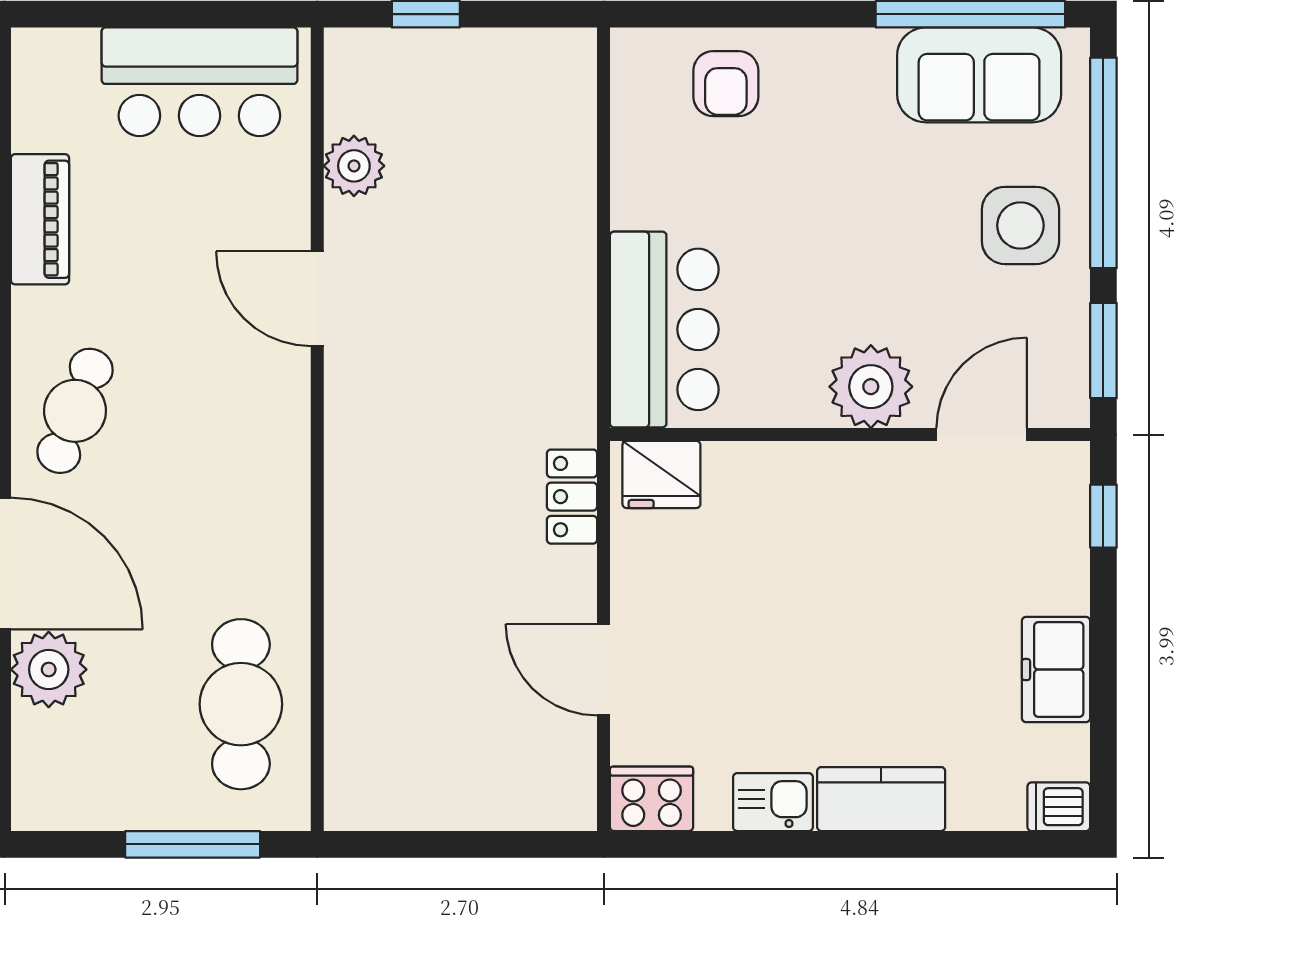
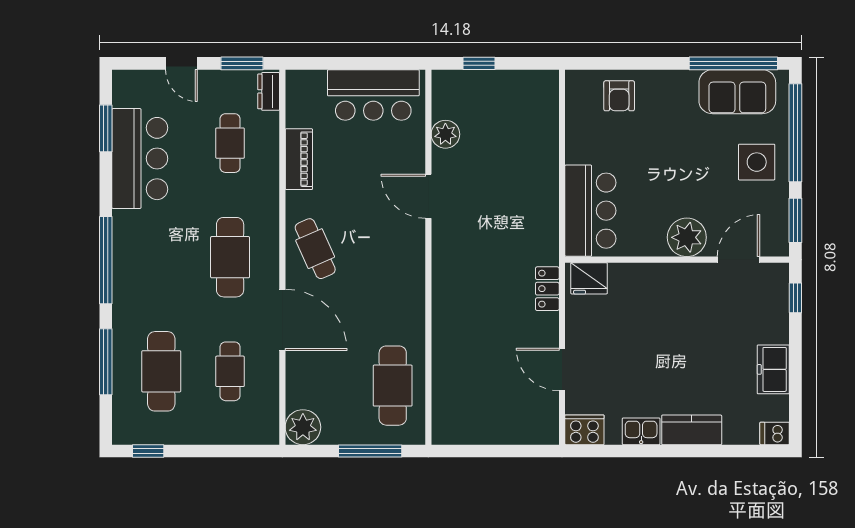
cafe table: (75, 411) -> (315, 249), turned -45
plant: (49, 669) -> (303, 427), moved

